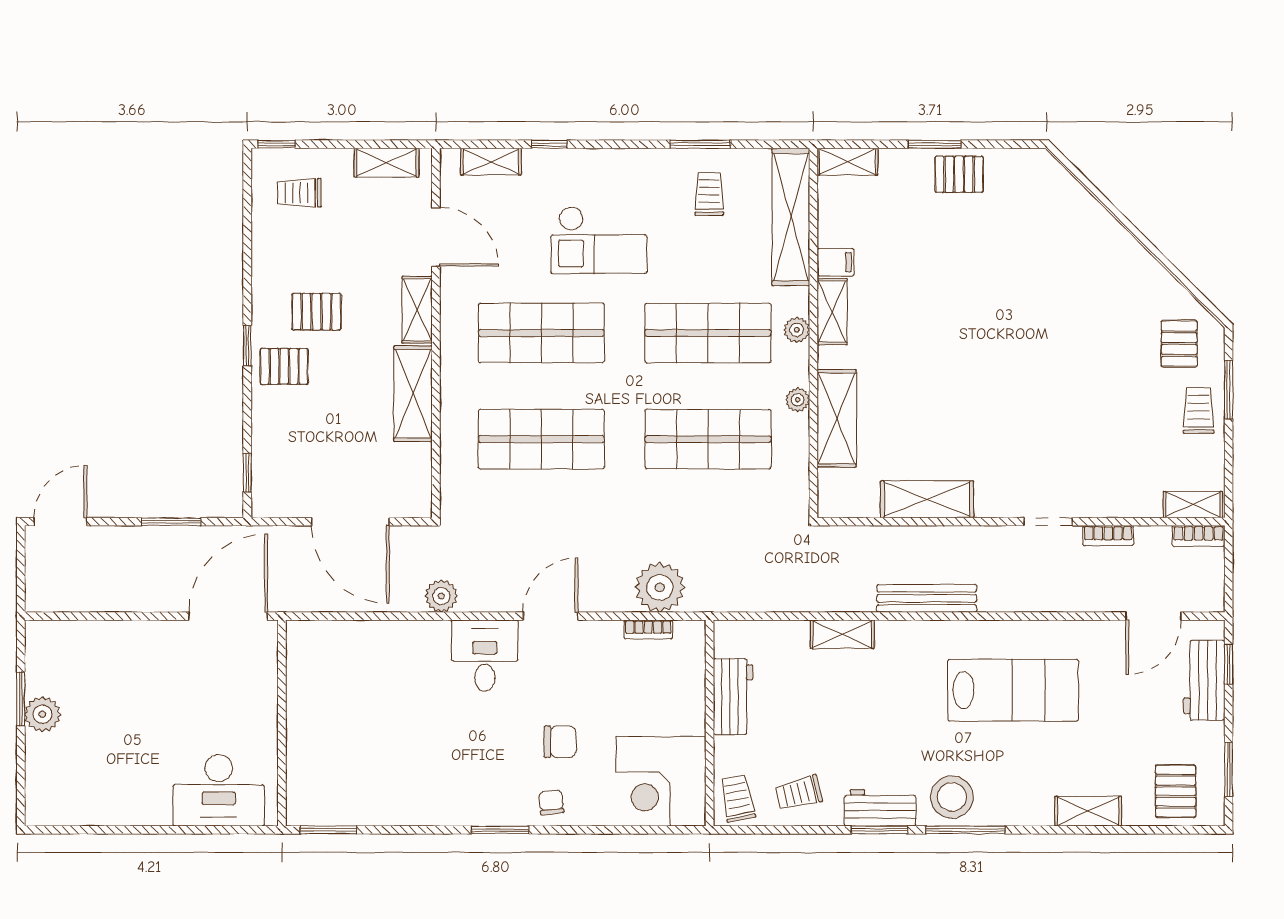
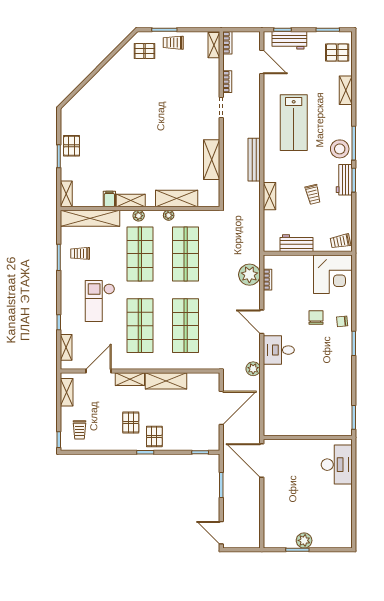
checkout: (599, 240) -> (100, 301), turned 180
lab bench: (1013, 690) -> (294, 123), turned 180
trolley: (799, 793) -> (313, 194), moved

